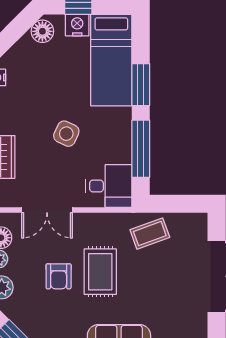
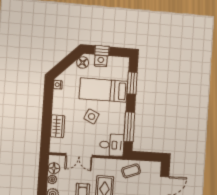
bed: (111, 60) -> (104, 90), moved, turned 90
window: (141, 85) -> (132, 83), moved

